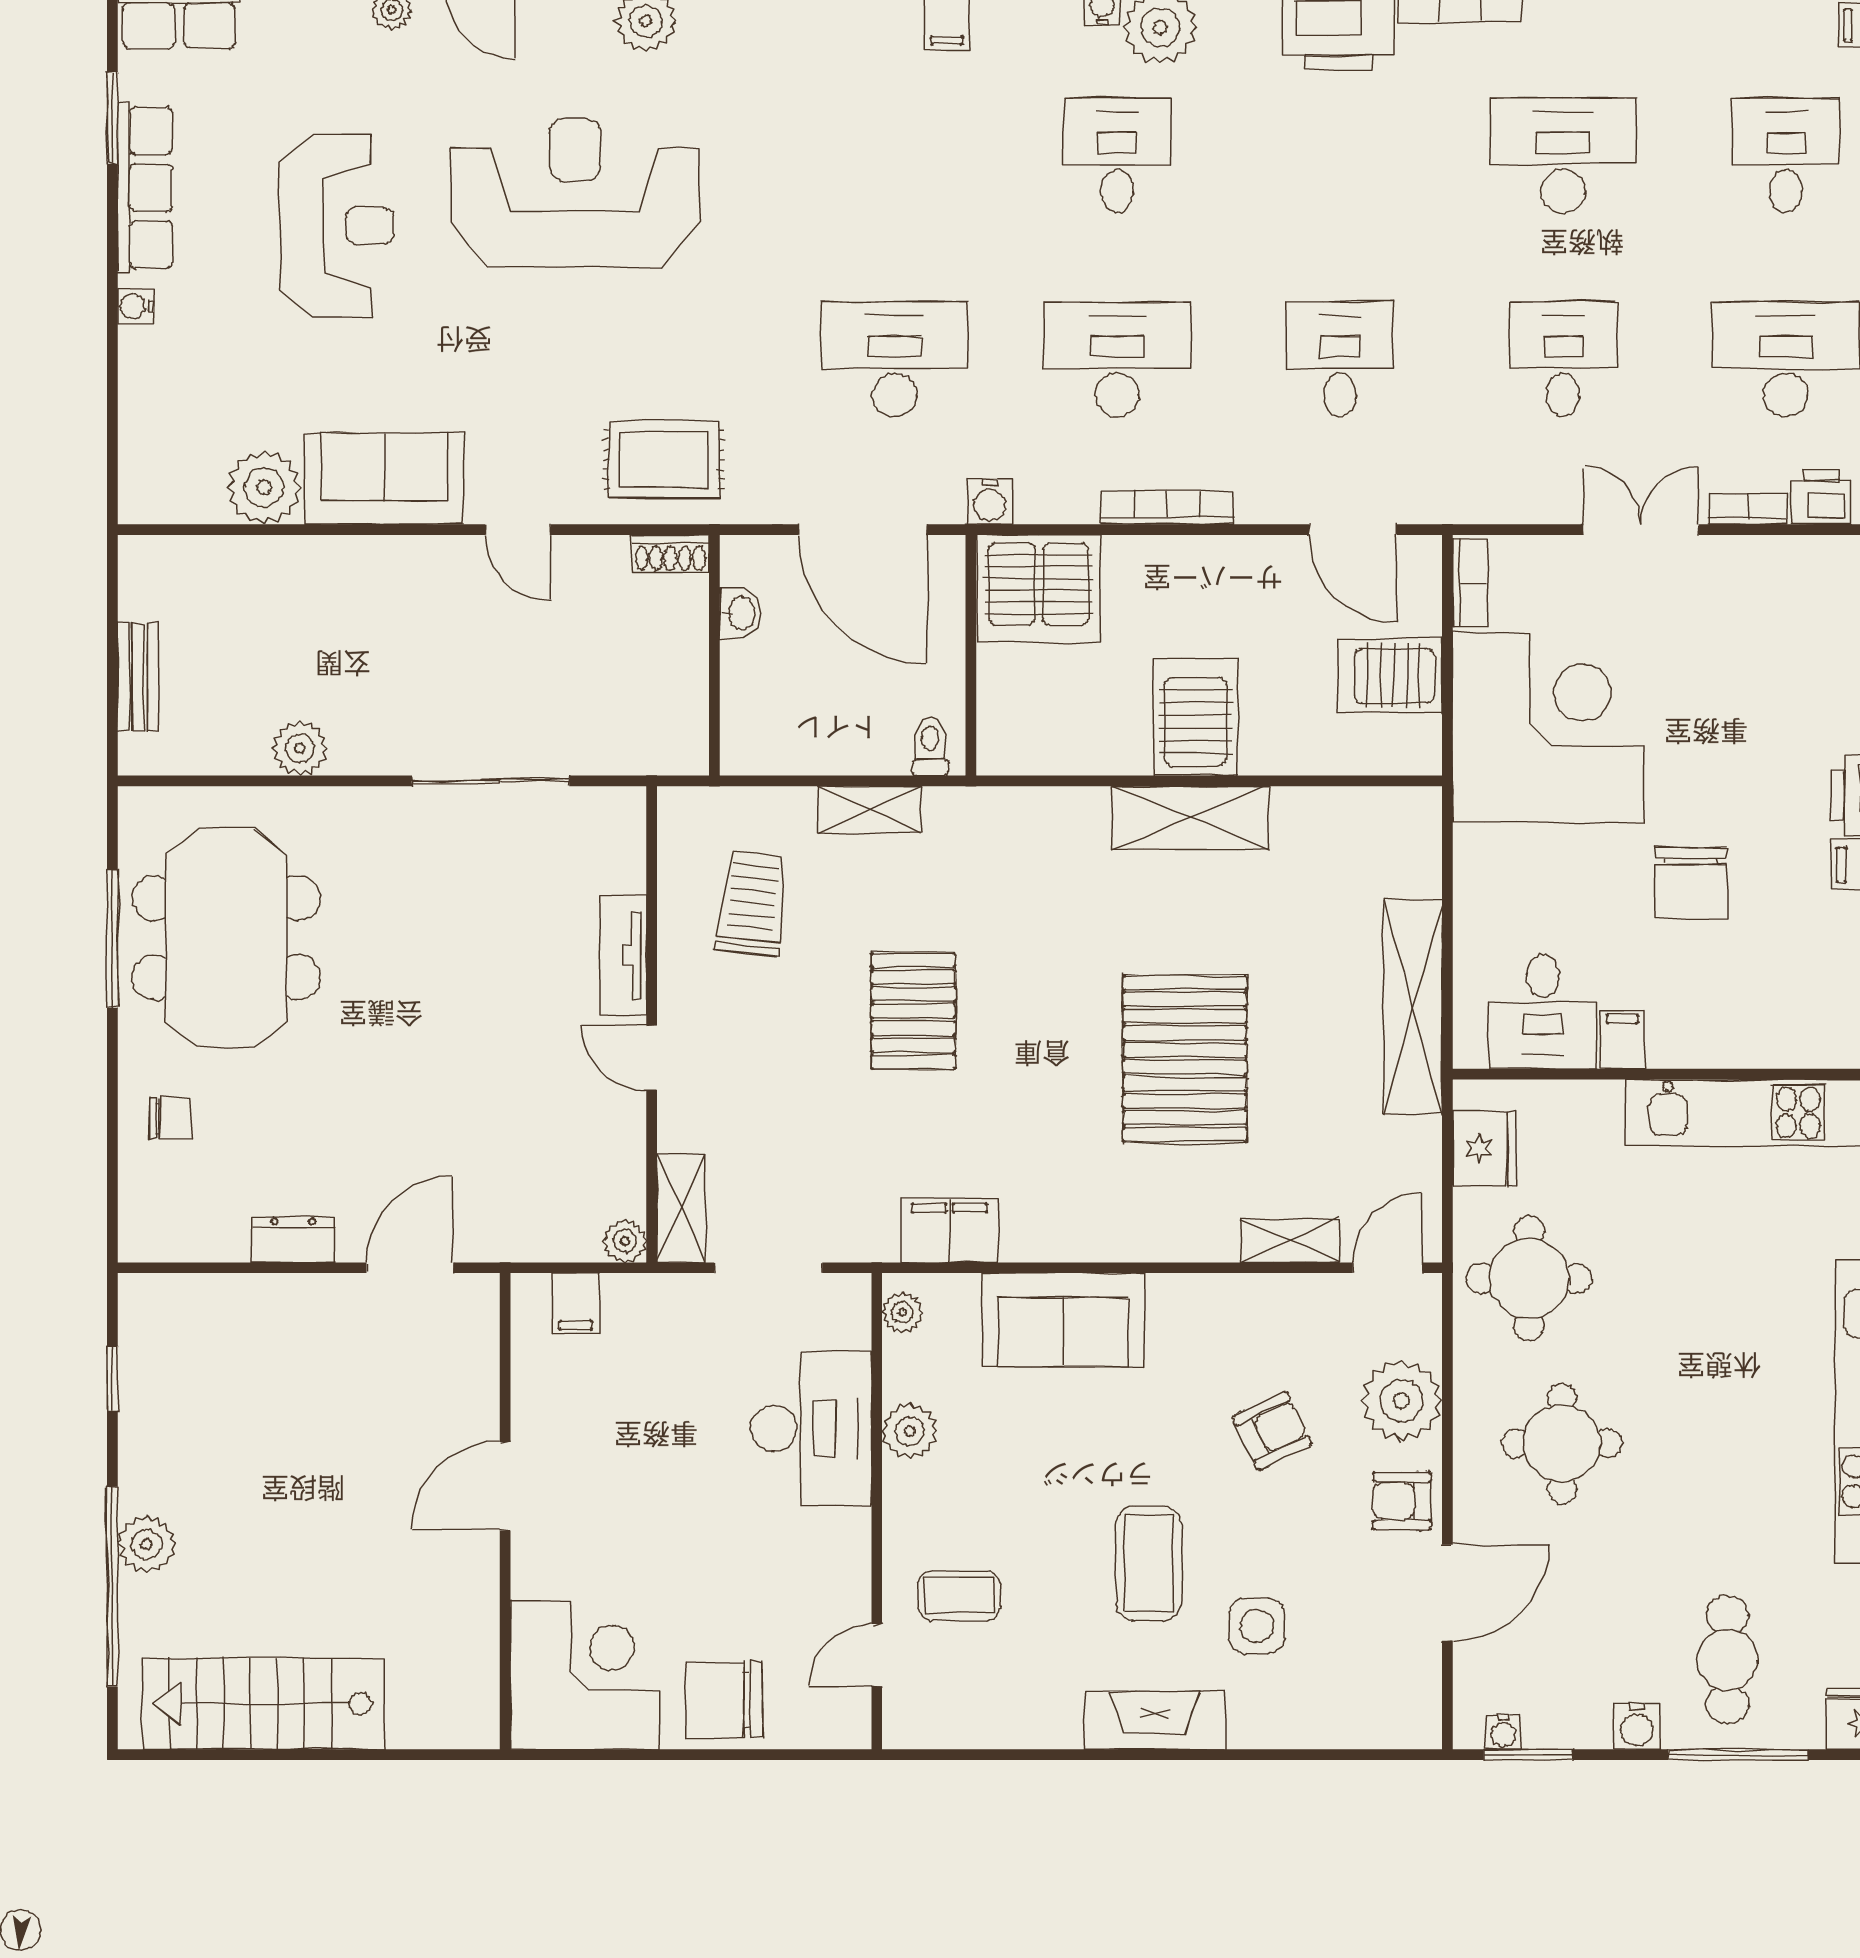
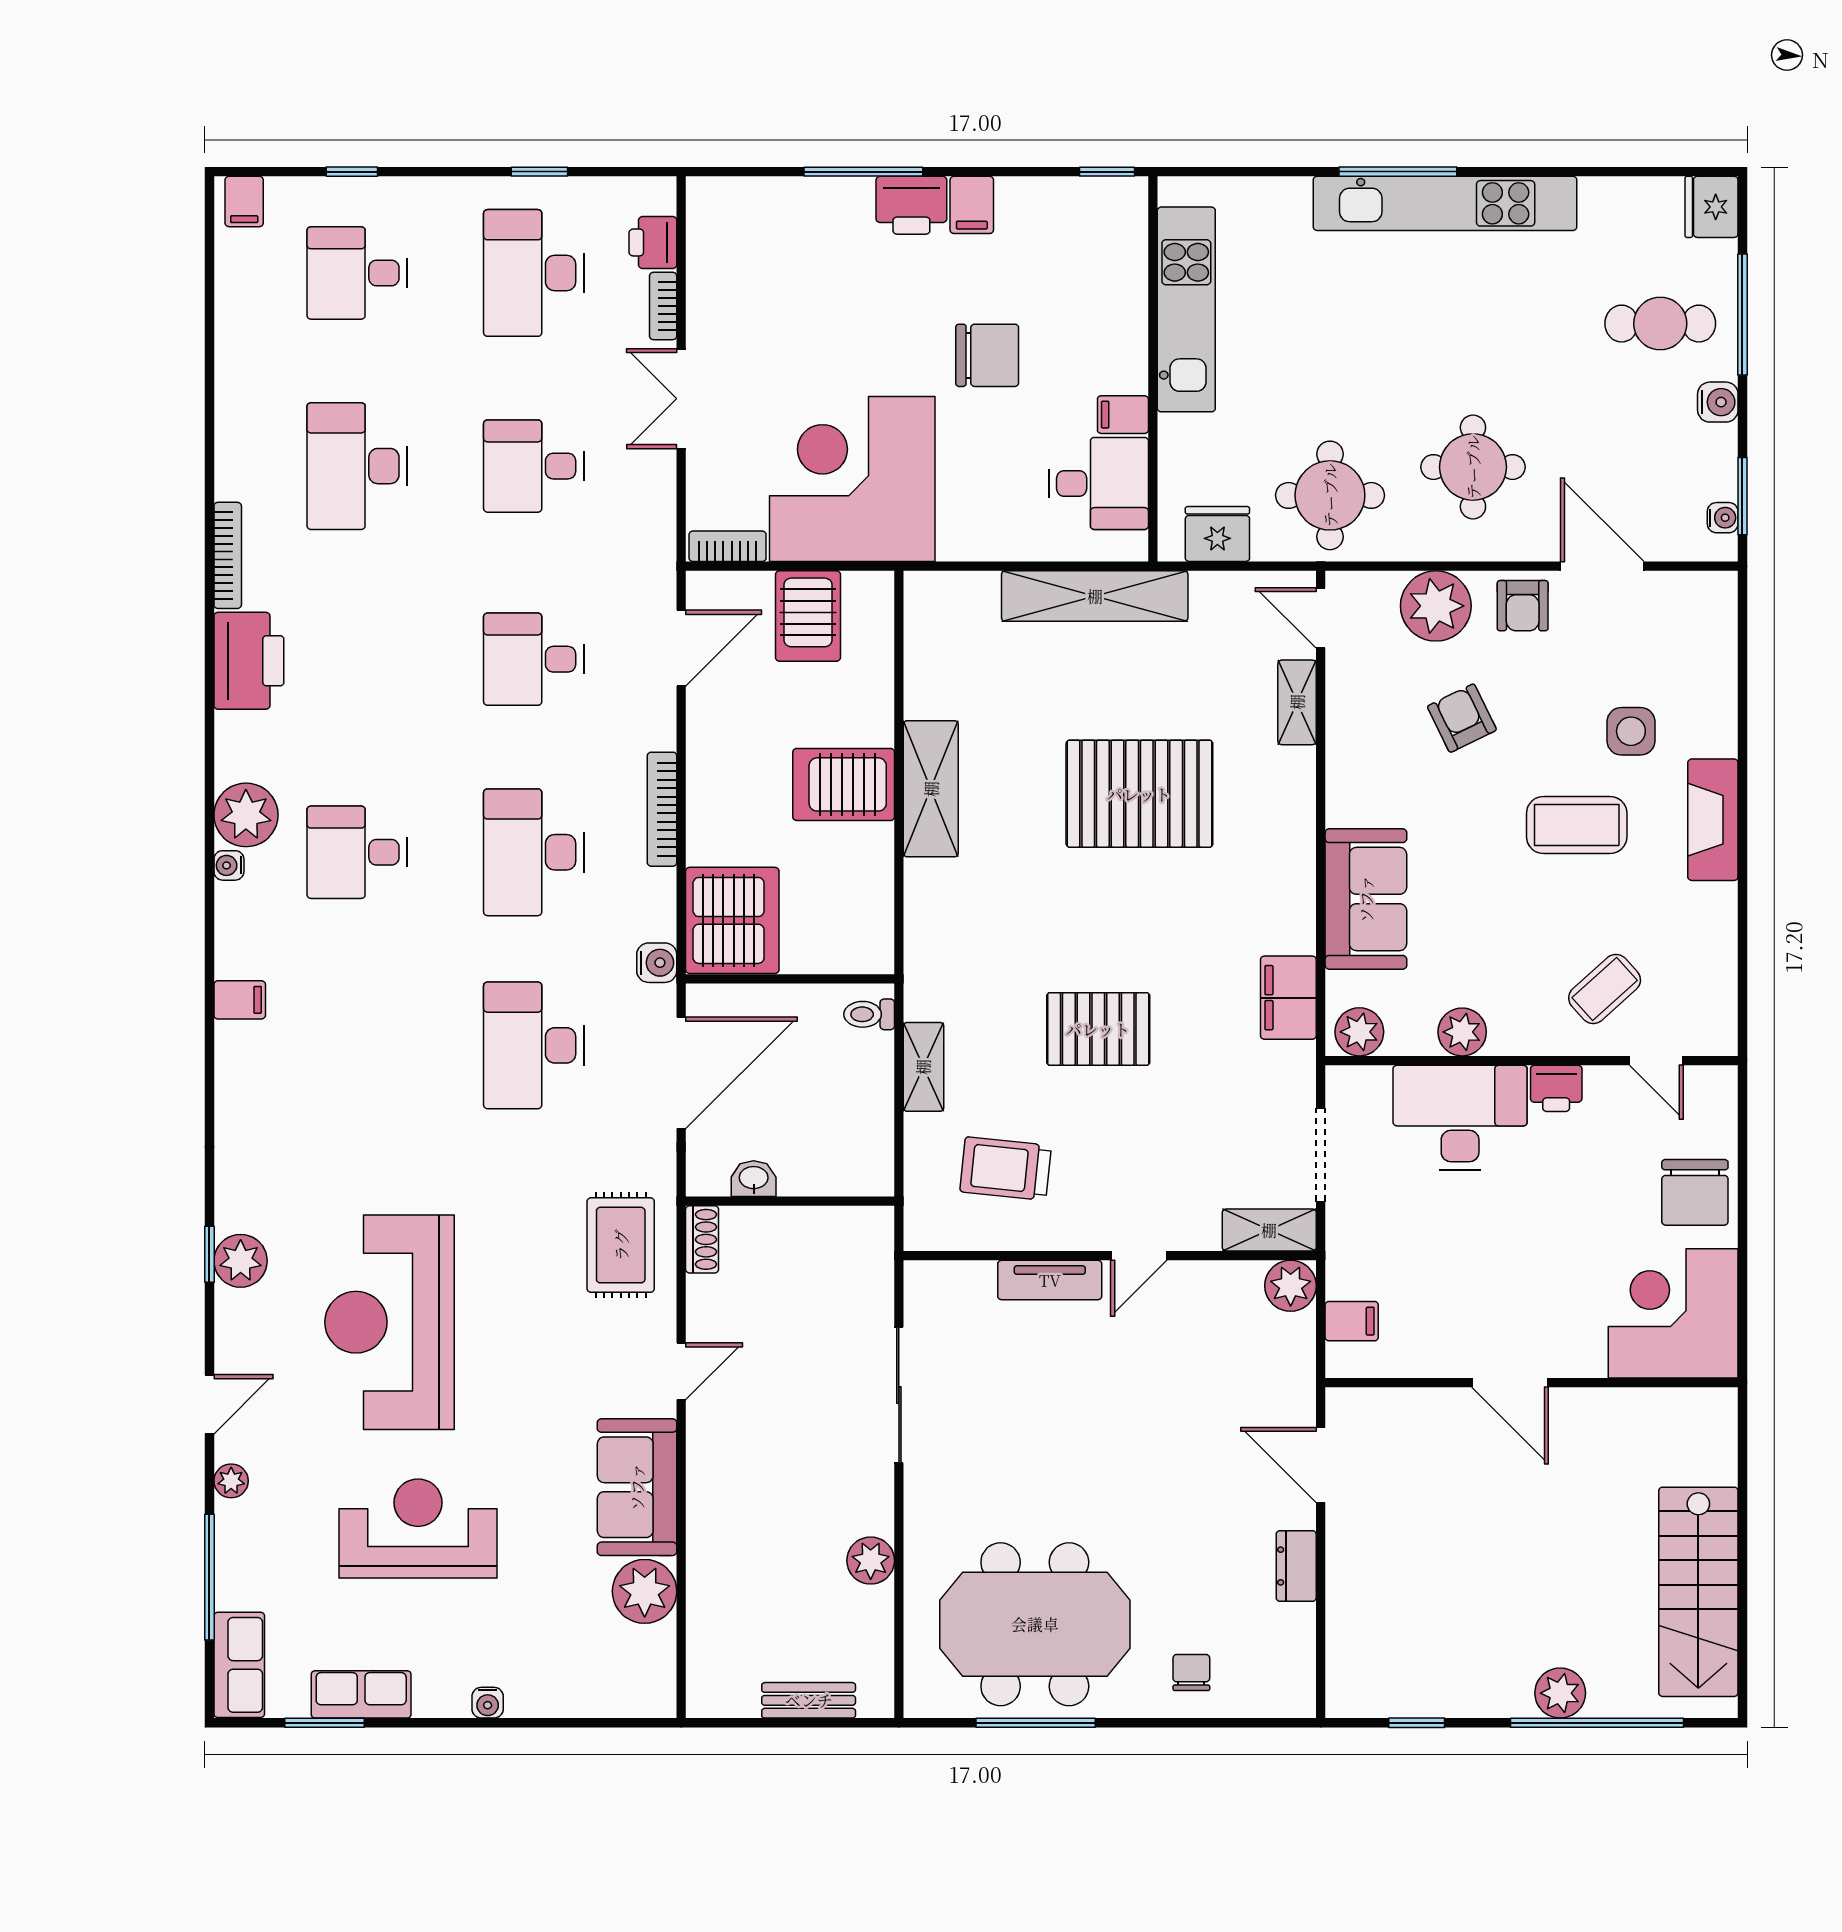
row of seats: (145, 188) -> (361, 1694), width x0.68
plant: (625, 1241) -> (1291, 1286), width x1.38, depth x1.38
plant: (902, 1312) -> (1359, 1032), width x1.38, depth x1.38
printer: (845, 1540) -> (1556, 1088), added
coffee table: (959, 1595) -> (1605, 989), turned 48

